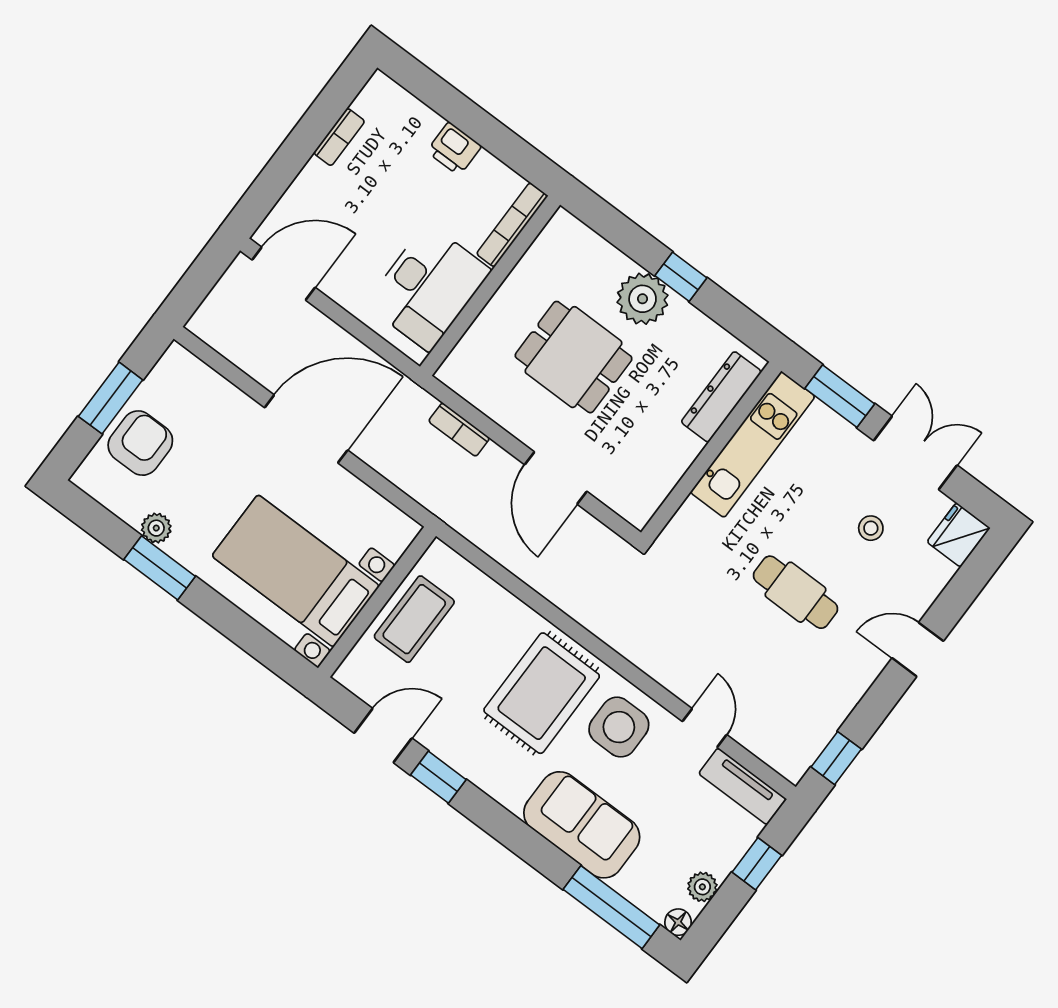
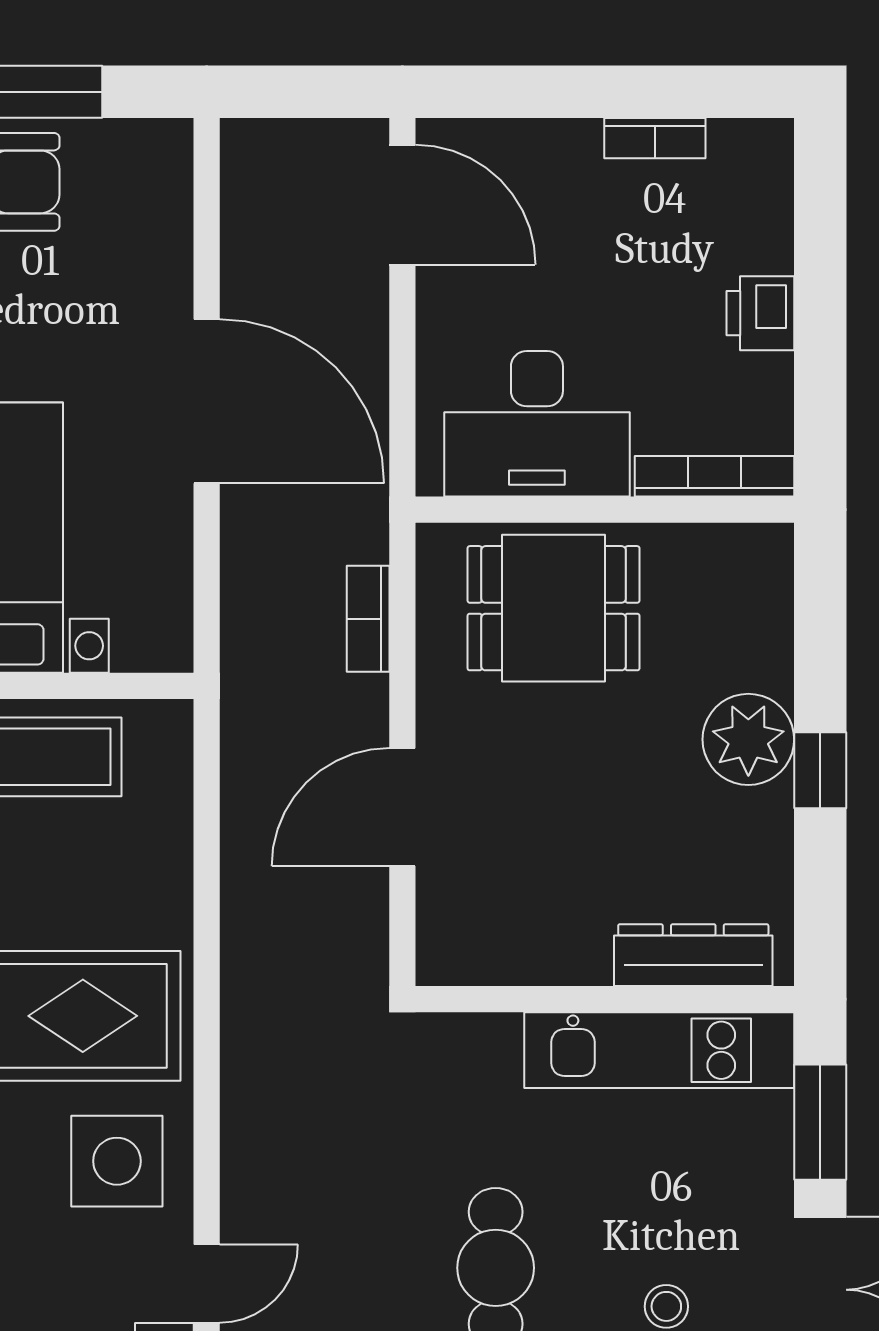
dining table: (574, 357) -> (554, 608), moved, turned 90

